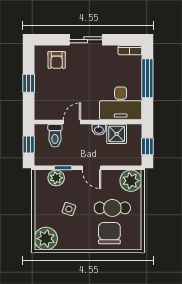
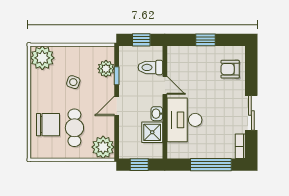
sliding door: (86, 40) -> (251, 113), moved
desk: (121, 103) -> (184, 120), moved

